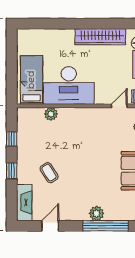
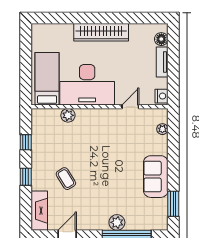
wardrobe: (100, 37) -> (101, 32), moved
door: (119, 106) -> (130, 107), moved

